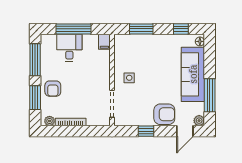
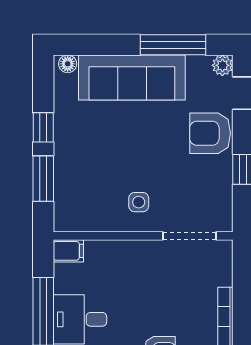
window: (181, 29) -> (43, 127), moved
armchair: (164, 114) -> (210, 133), turned -90

